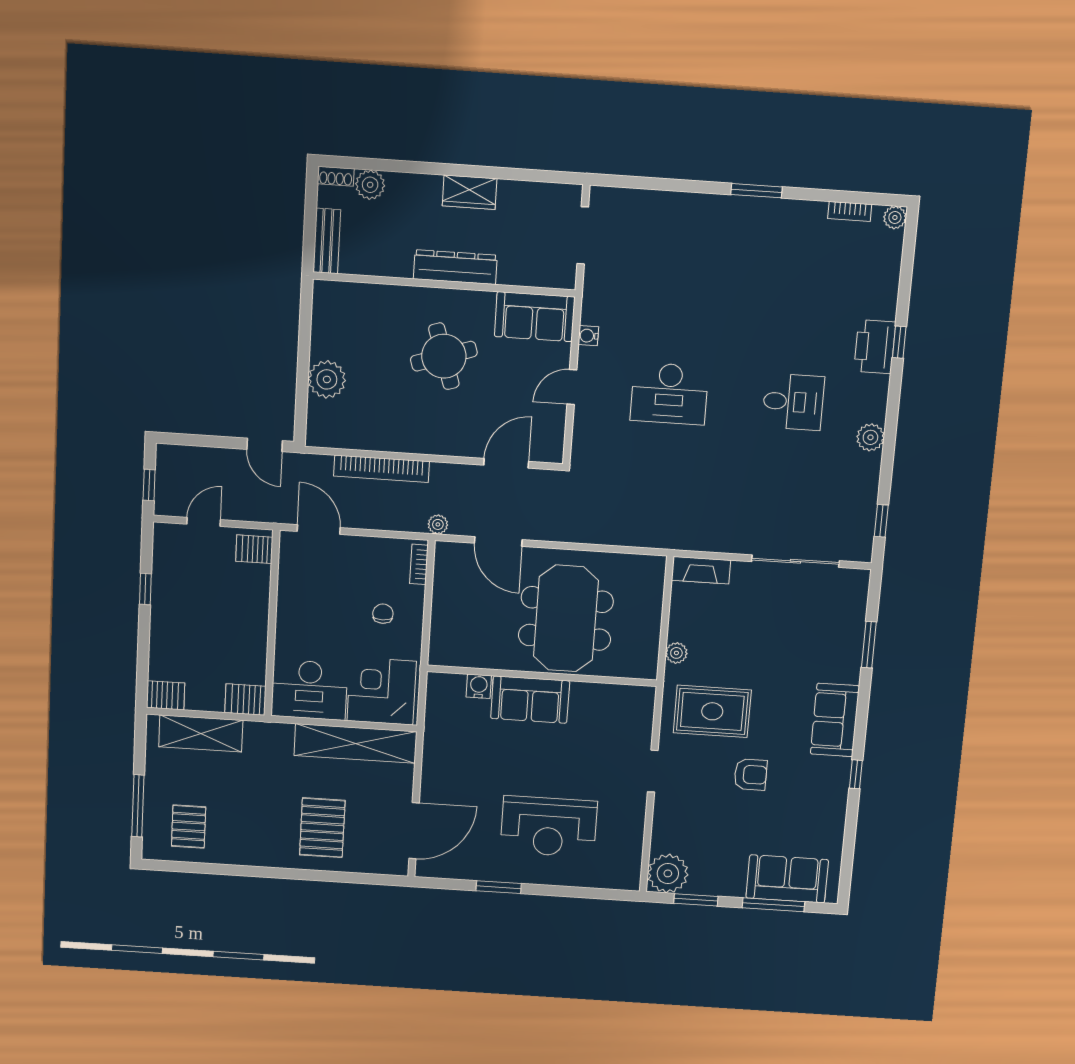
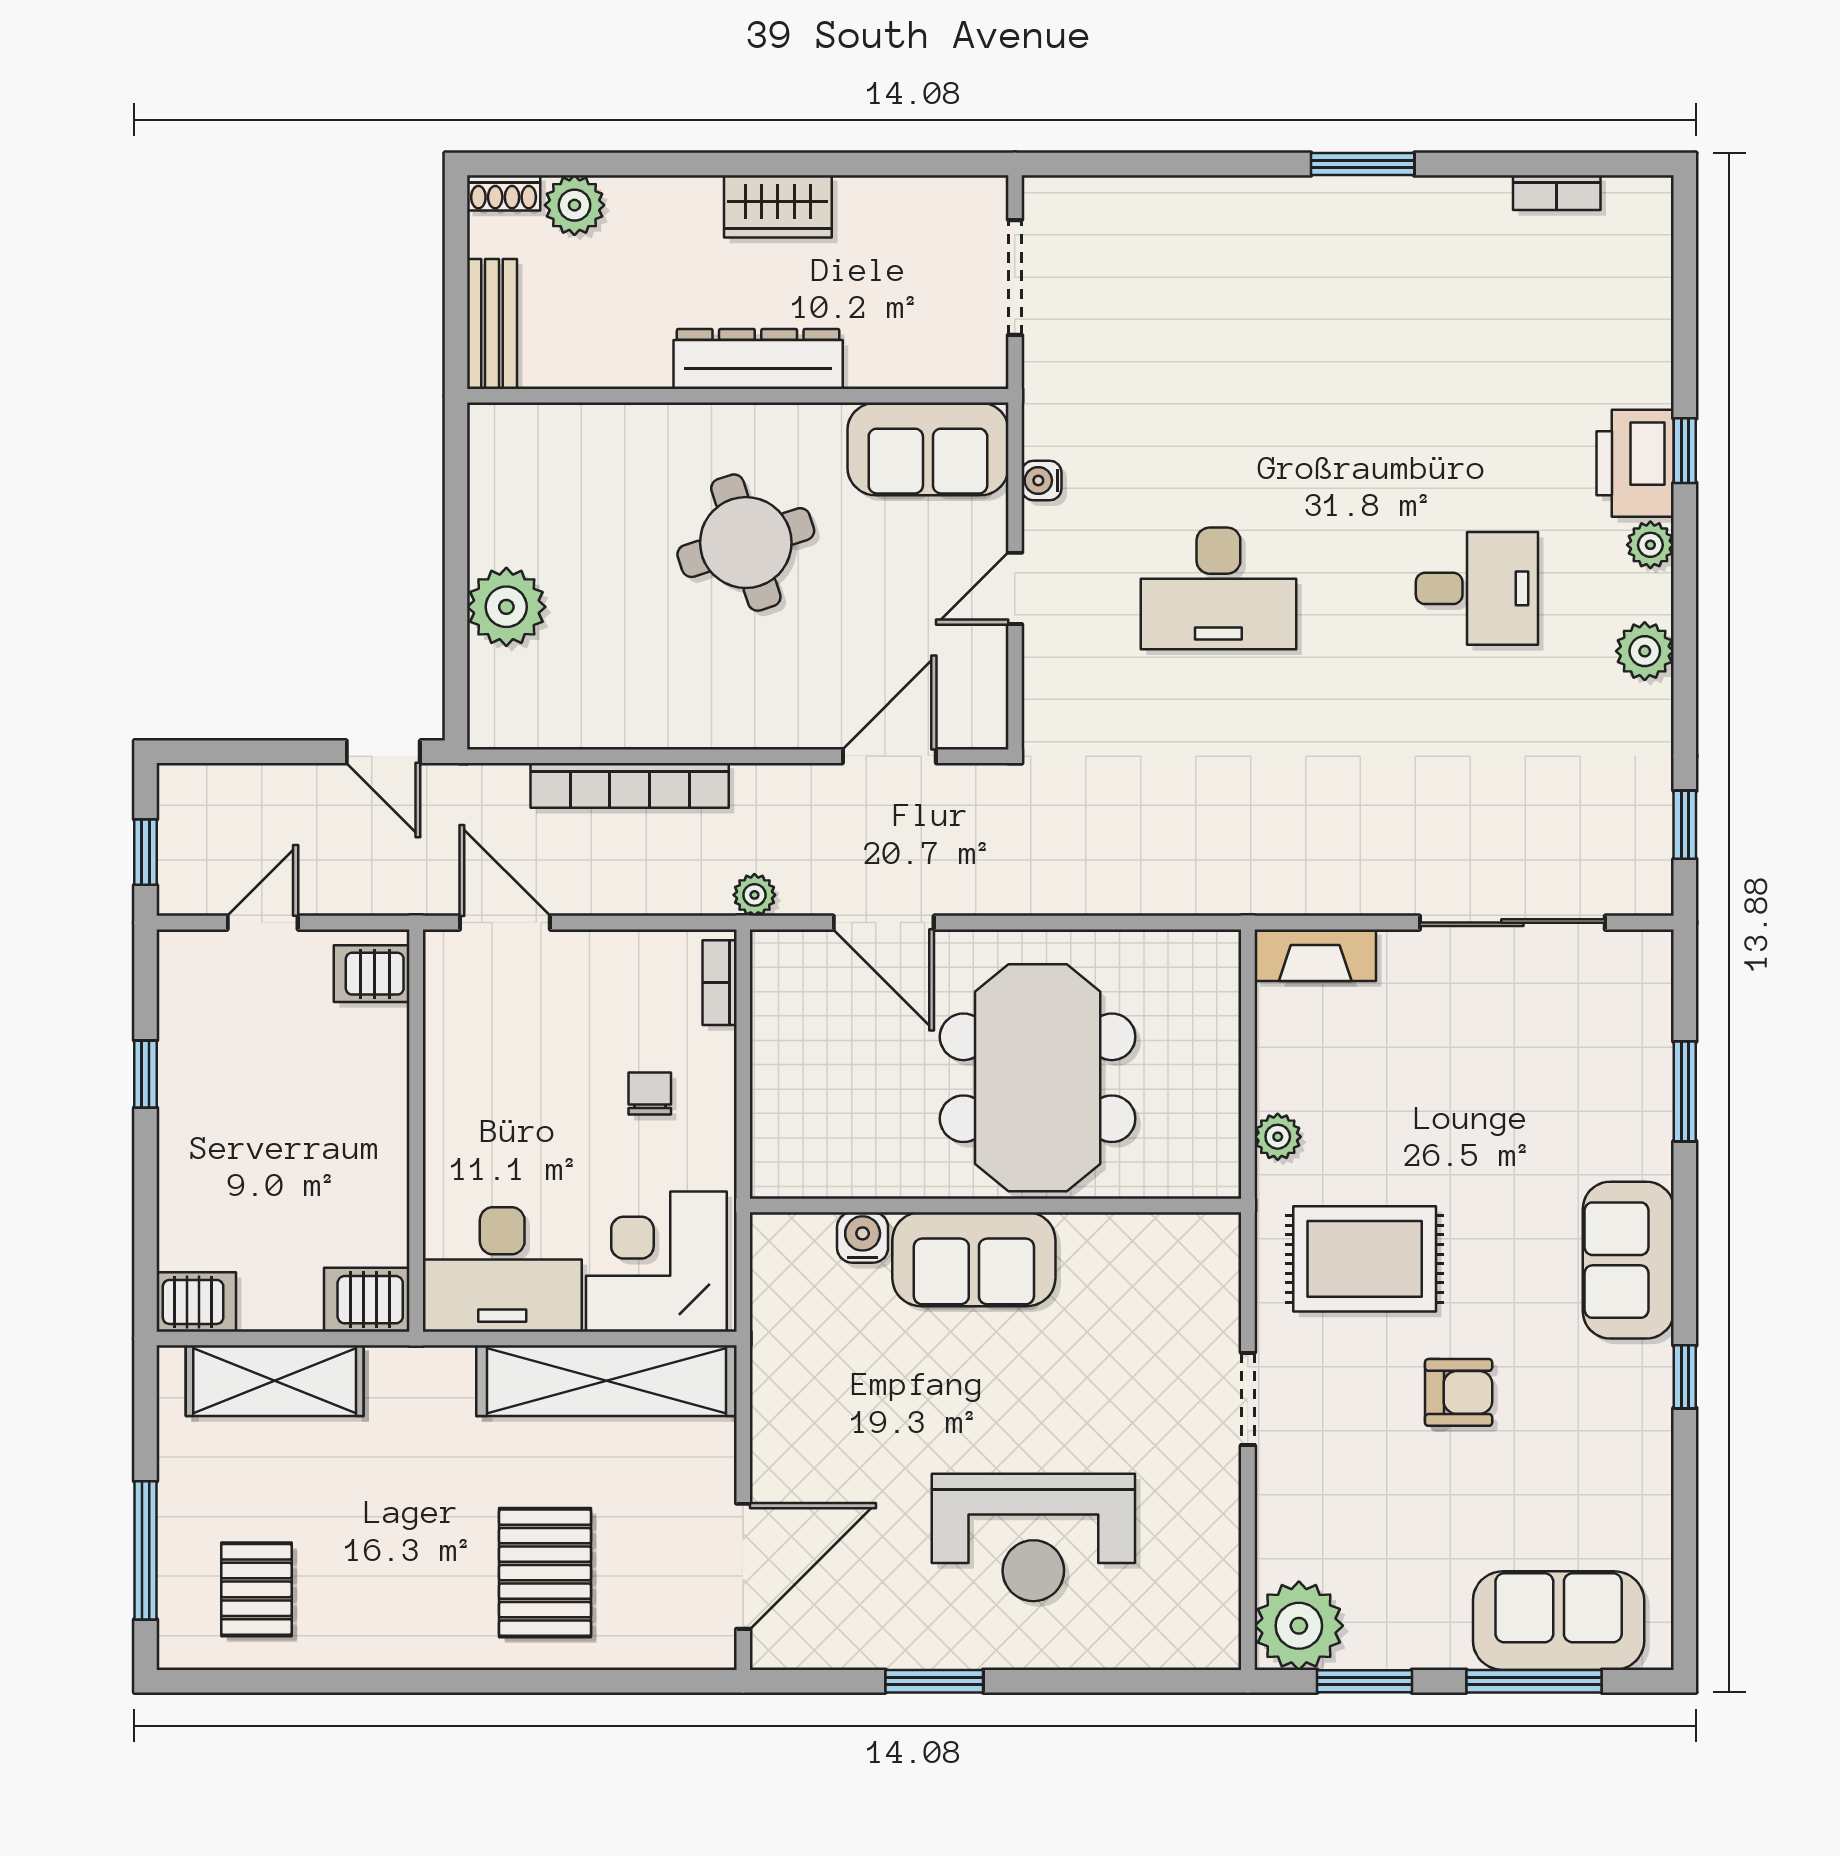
plant: (895, 217) -> (1650, 545), moved

